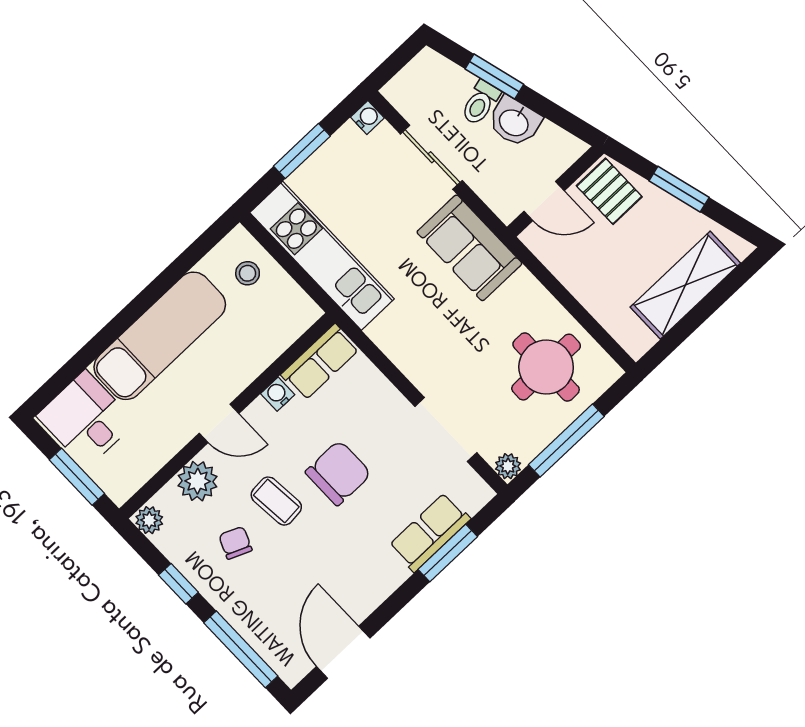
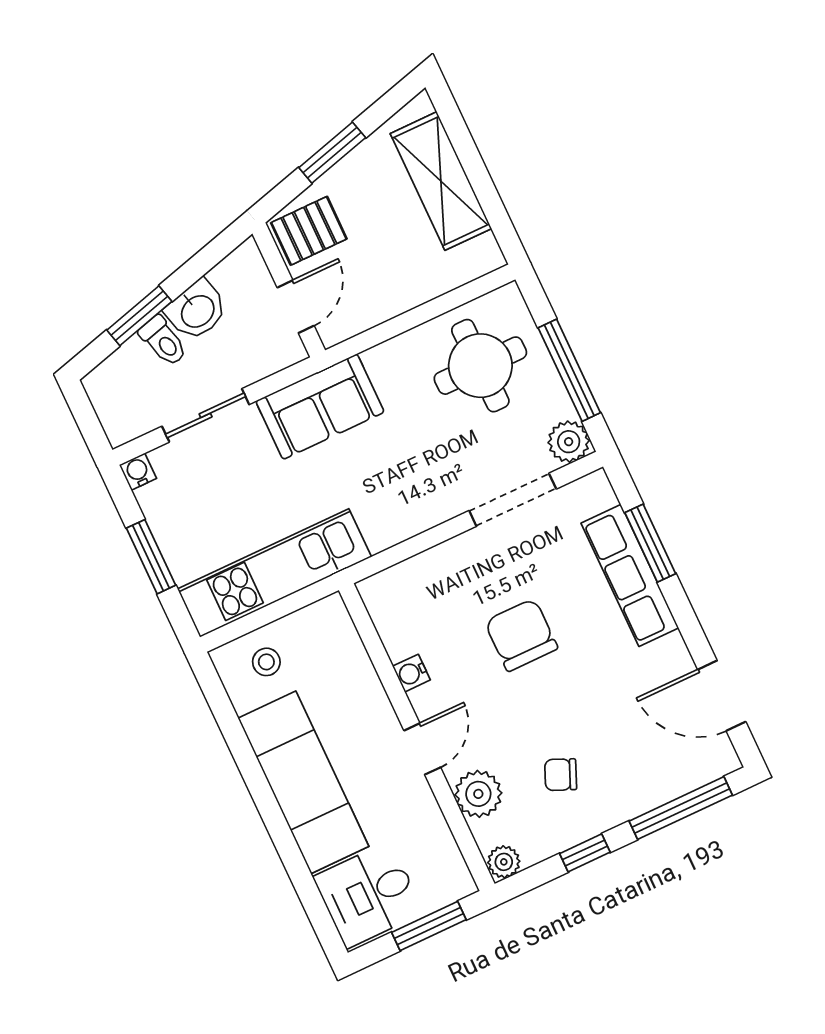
row of seats: (320, 362) -> (391, 614), removed
plant: (508, 466) -> (569, 442), width x1.38, depth x1.38
coffee table: (276, 501) -> (529, 714), removed
row of seats: (430, 532) -> (630, 575), width x1.48

